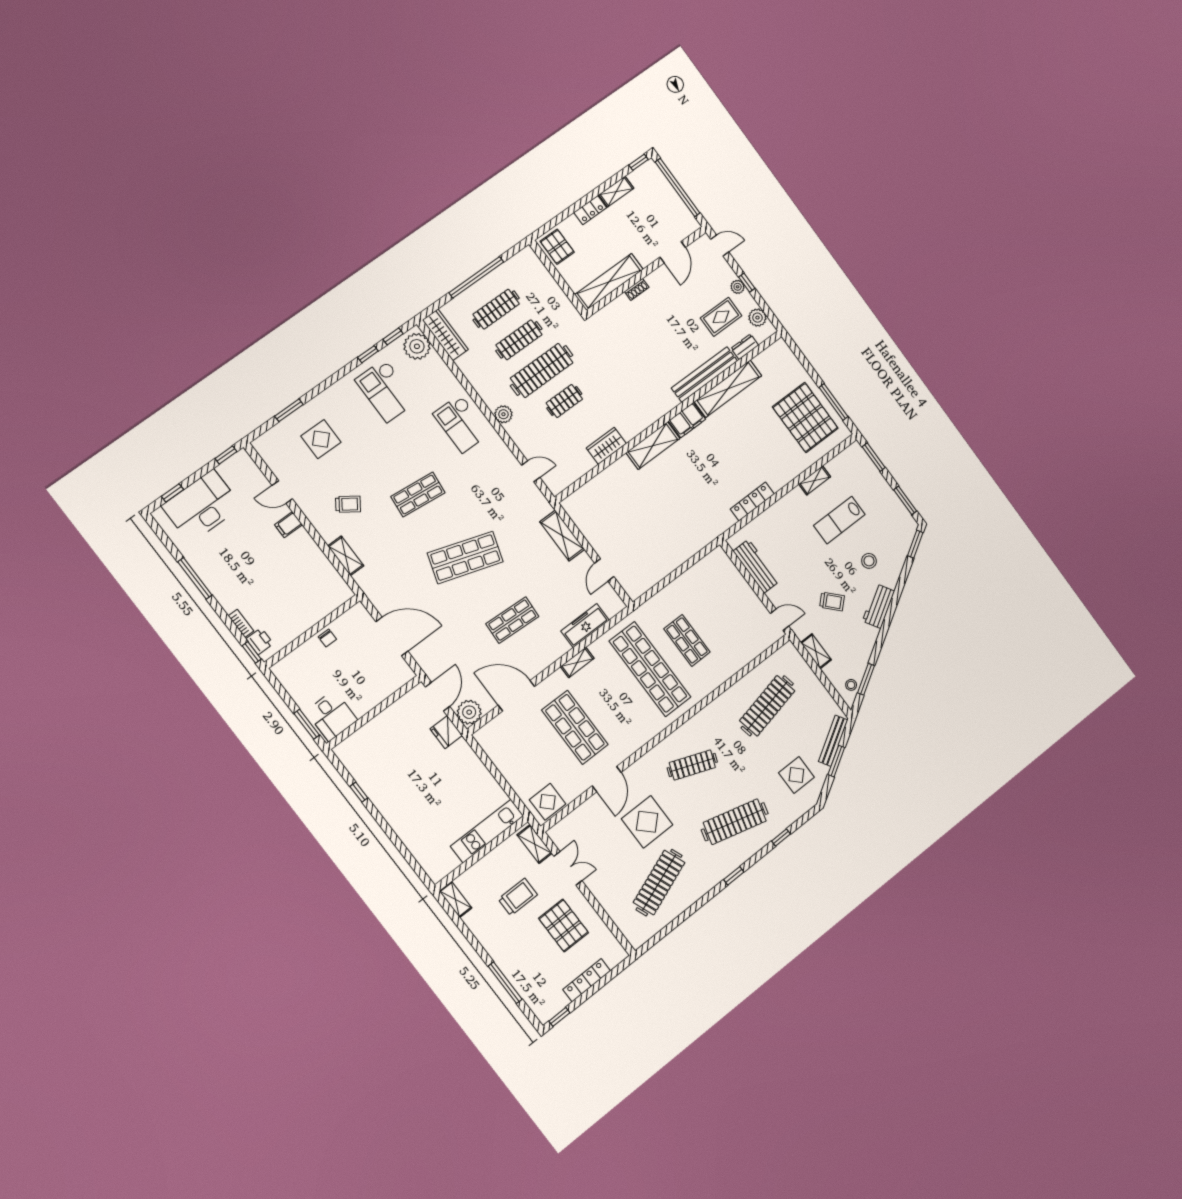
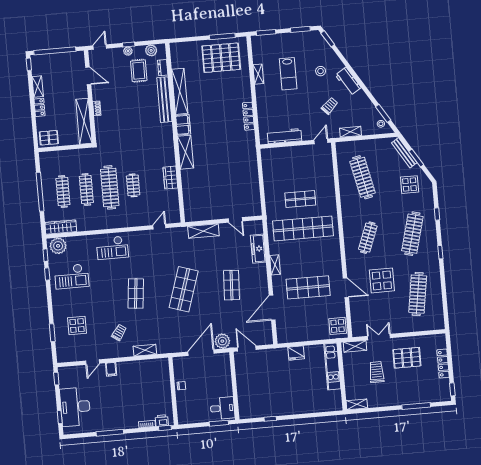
plant: (503, 414) -> (121, 222), removed
plant: (469, 712) -> (222, 341), moved
fridge: (446, 732) -> (296, 353), moved
clothes rail: (659, 882) -> (418, 294), turned 30

